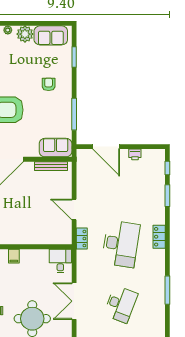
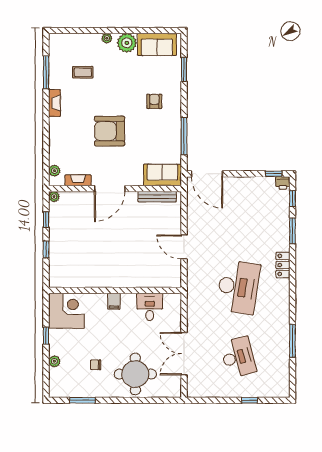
door: (106, 147) -> (207, 174), moved
window: (151, 147) -> (274, 174), added
printer: (135, 154) -> (283, 183), moved
locker: (159, 237) -> (283, 265), moved
locker: (82, 239) -> (193, 281), removed
desk: (60, 261) -> (150, 307), moved
desk: (121, 304) -> (238, 357), turned -36

